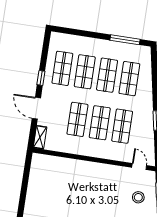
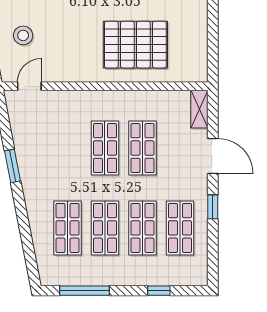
window: (81, 33) -> (159, 291), added
shop shelf: (122, 126) -> (68, 148), removed
door: (139, 166) -> (29, 86), swing flipped
pallet: (72, 182) -> (135, 45), added

